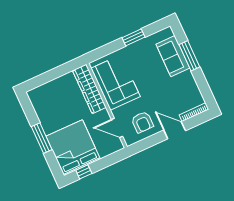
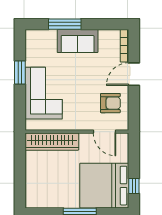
sofa: (173, 56) -> (78, 41), moved
corner sofa: (116, 82) -> (44, 93), moved, turned 90
door: (117, 128) -> (105, 132), hinge flipped

